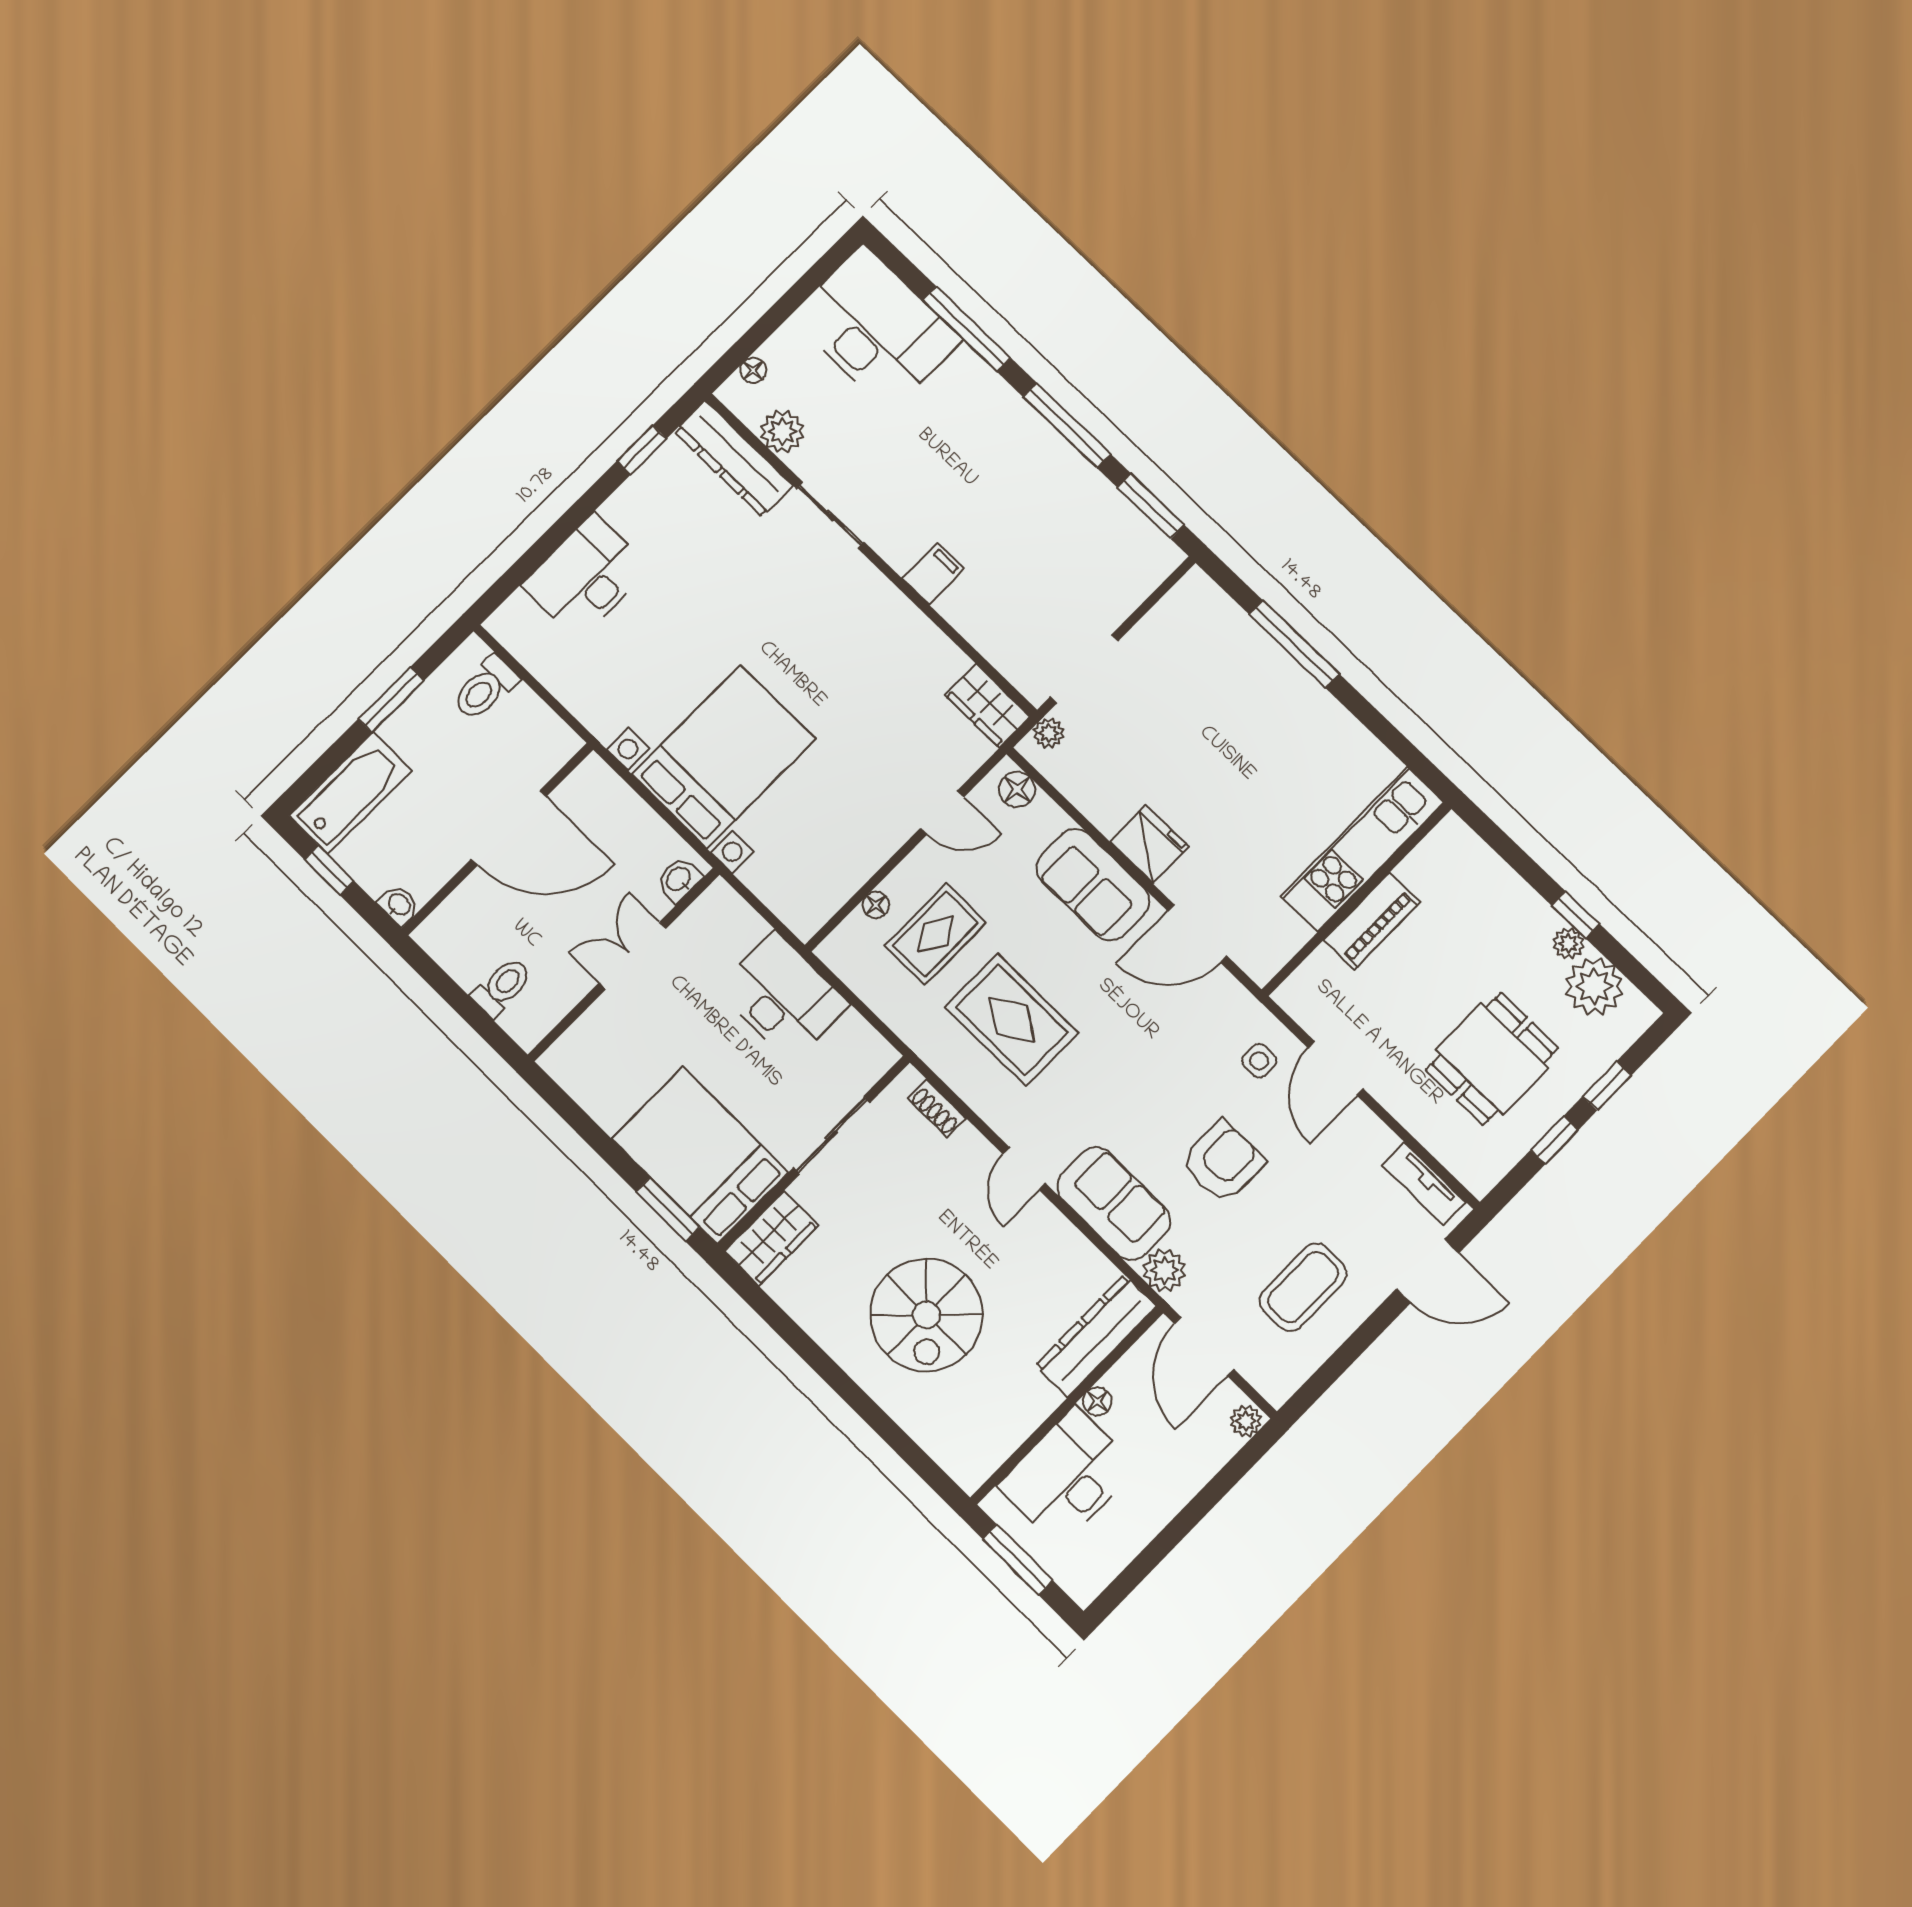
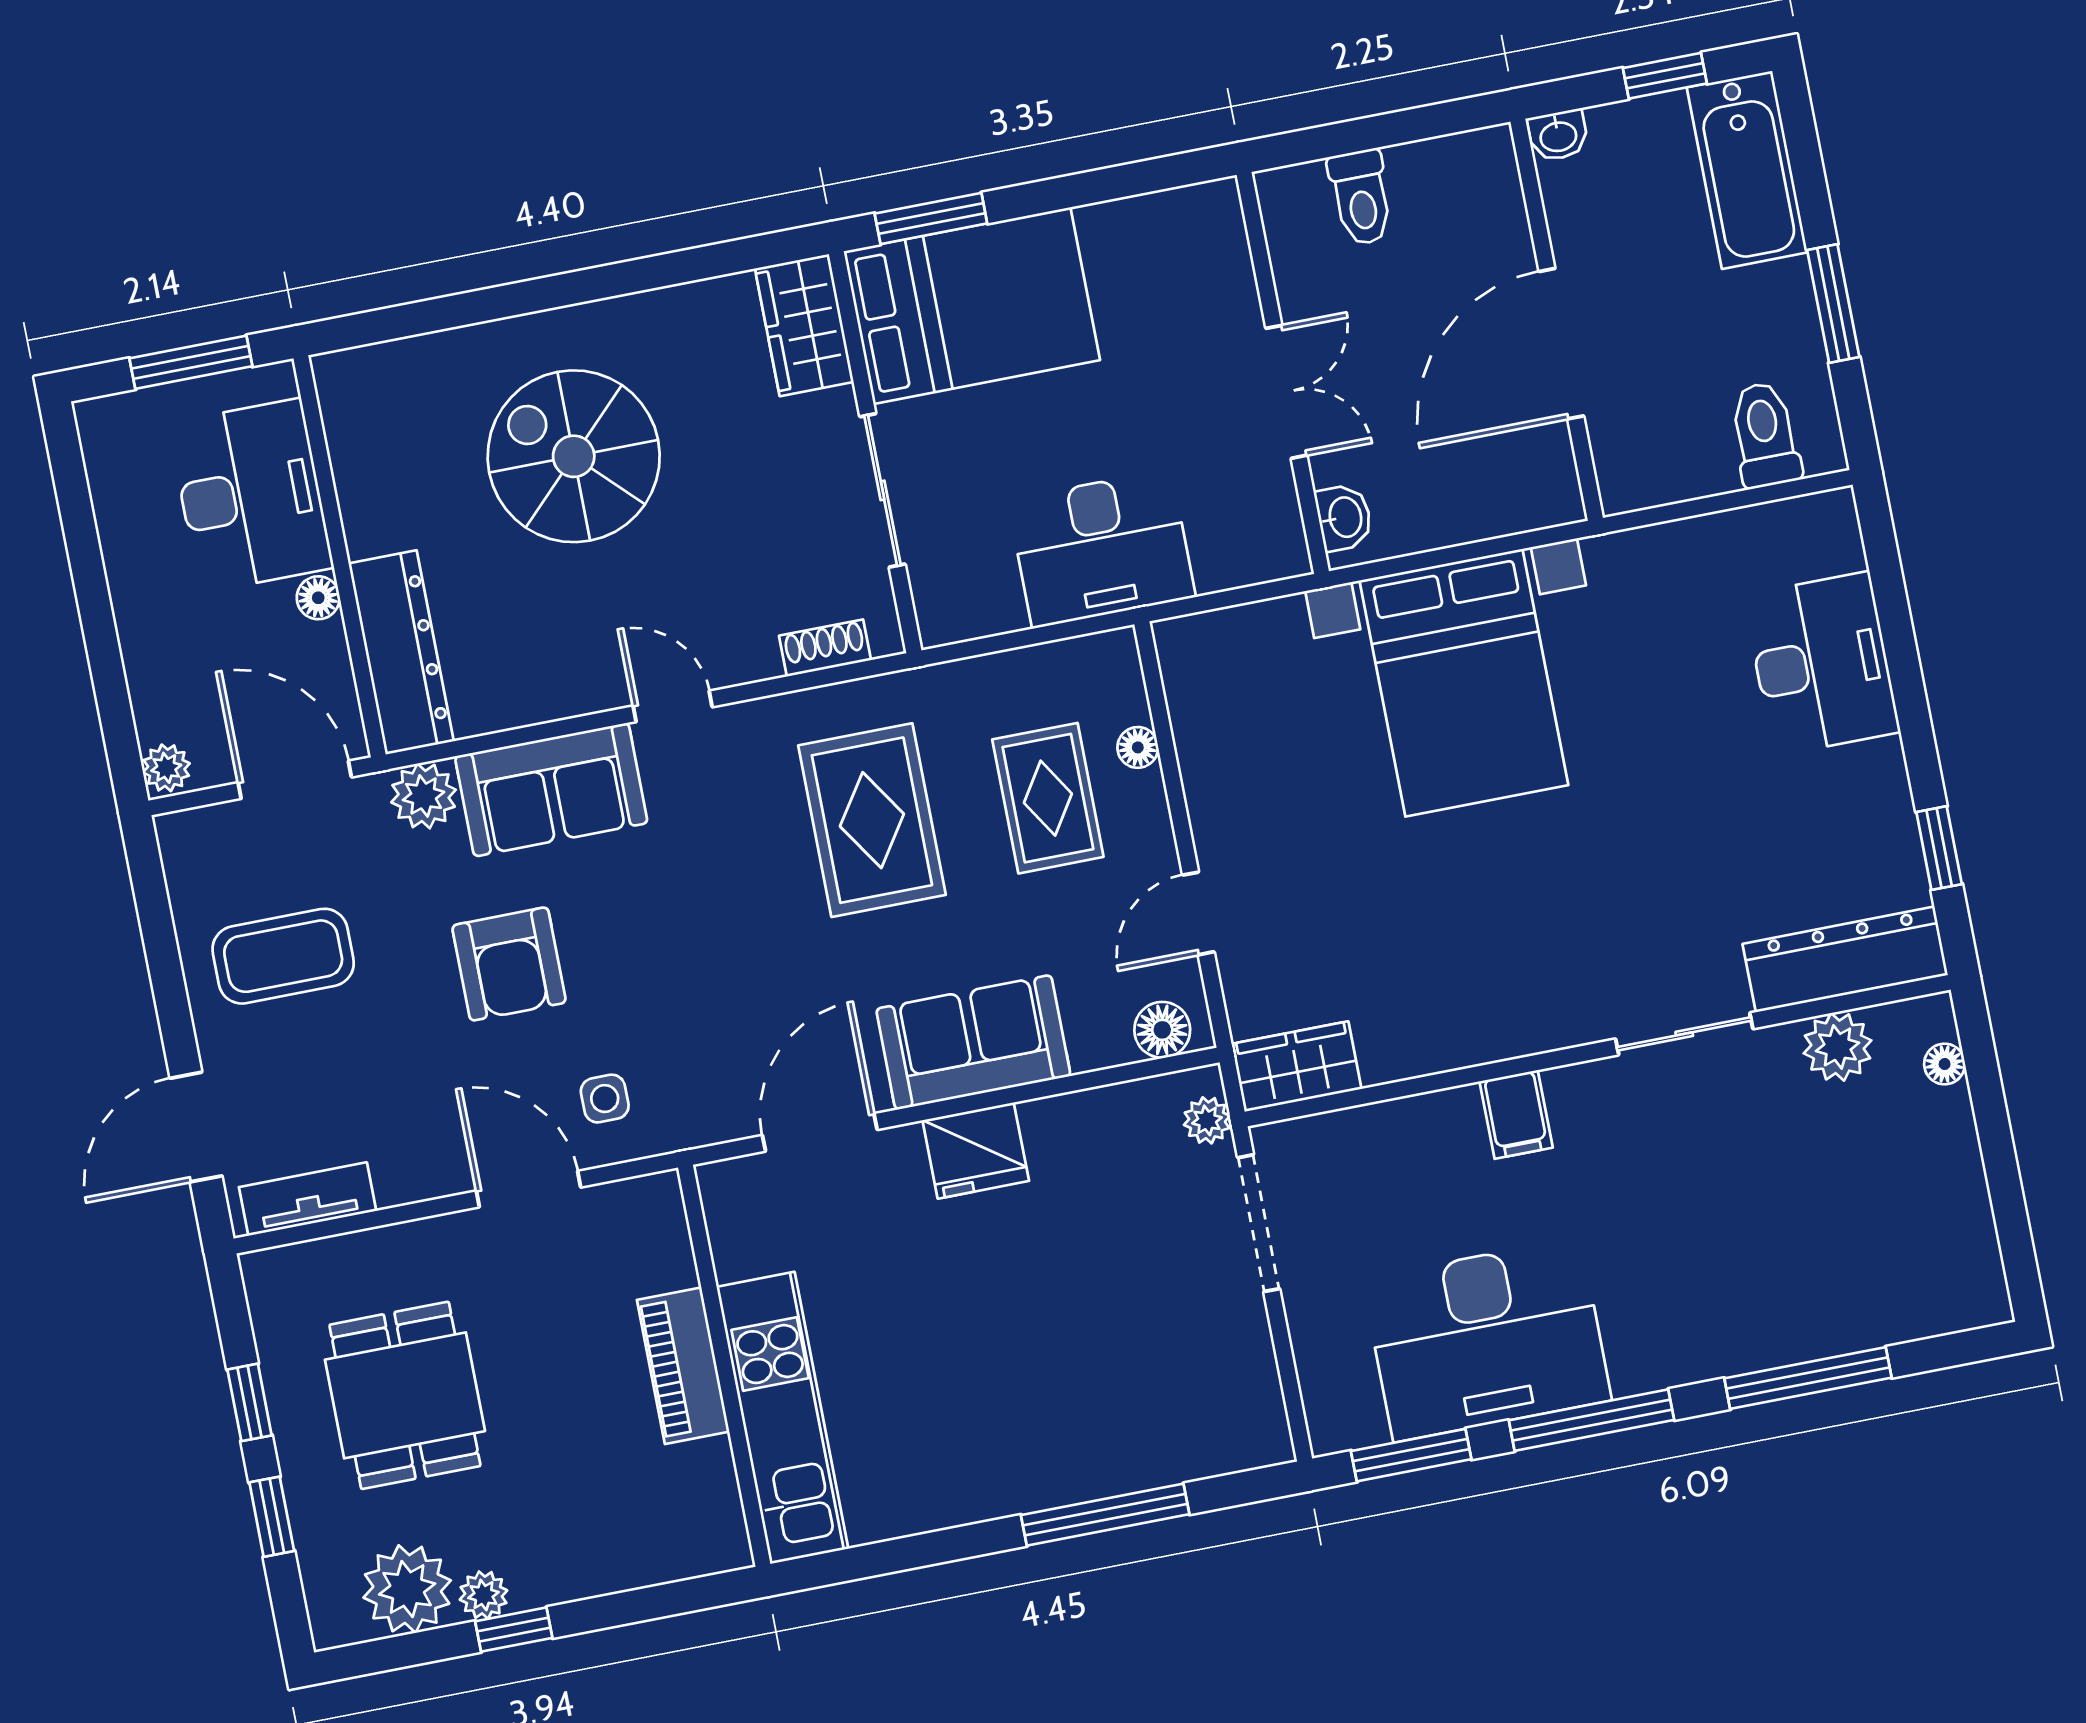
desk: (876, 328) -> (1487, 1340), moved
rug: (1012, 1020) -> (872, 820), turned 90
coffee table: (1303, 1287) -> (283, 956), turned 90

